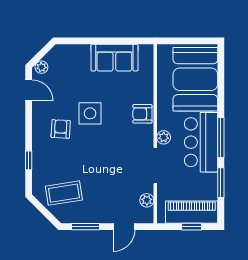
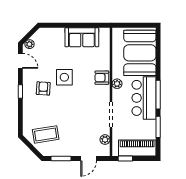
plant: (164, 137) -> (117, 84), moved
window: (29, 160) -> (20, 92), moved
window: (192, 227) -> (125, 159), moved

